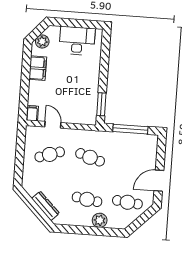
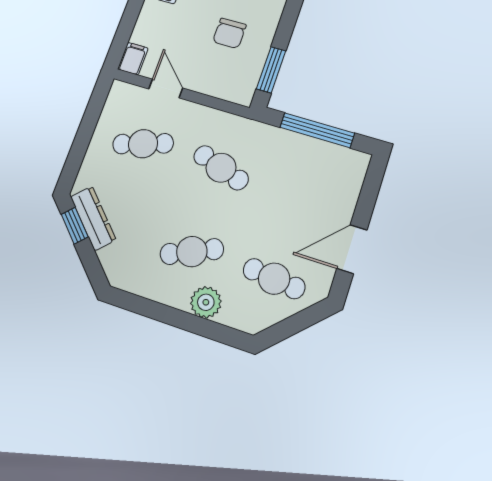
chair: (76, 90) -> (229, 33), added
cafe table: (87, 199) -> (192, 252), turned -33
window: (29, 201) -> (75, 226), added
dresser: (46, 206) -> (93, 218), moved

